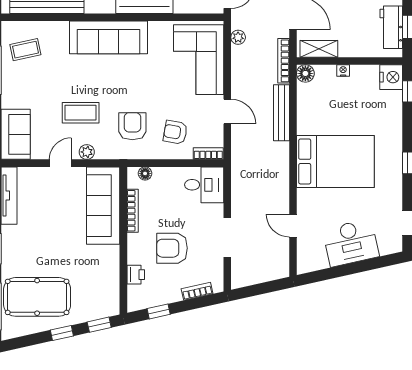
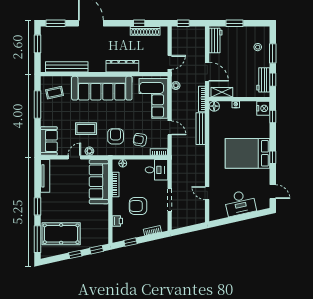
sofa: (109, 37) -> (102, 88), width x1.36, depth x1.27
bed: (335, 161) -> (247, 153), moved, turned 180

